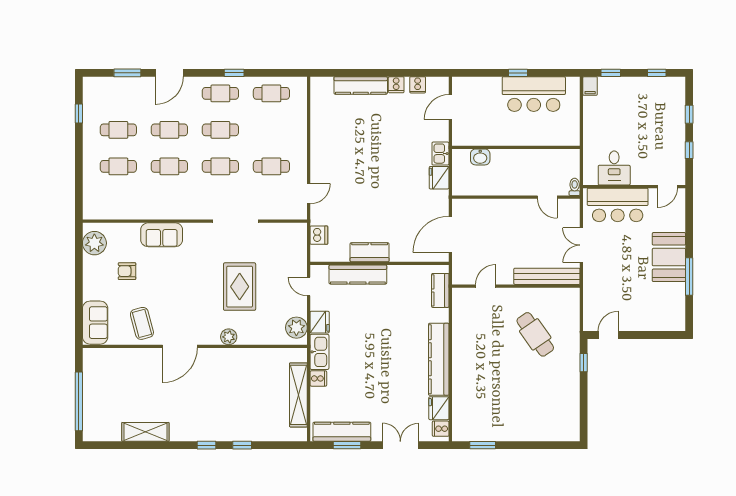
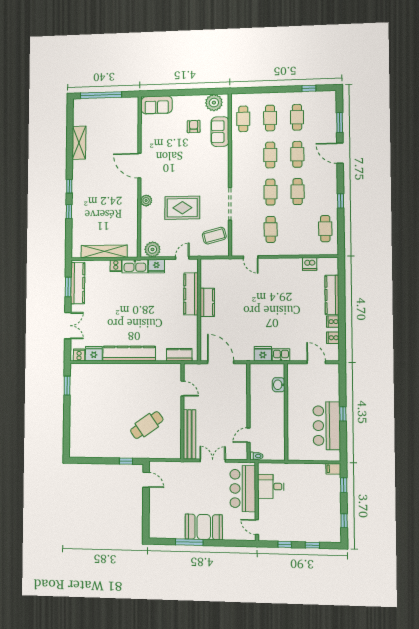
cafe table: (220, 93) -> (243, 119), moved
sofa: (162, 235) -> (220, 132), moved
dishwasher: (319, 235) -> (310, 264), moved
coffee table: (142, 323) -> (214, 236), moved

